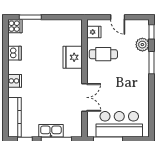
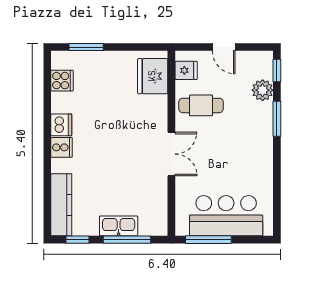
cooker: (15, 26) -> (62, 81), moved
dishwasher: (14, 53) -> (61, 125), moved
fridge: (73, 57) -> (153, 76), moved
double door: (84, 97) -> (171, 154), moved

